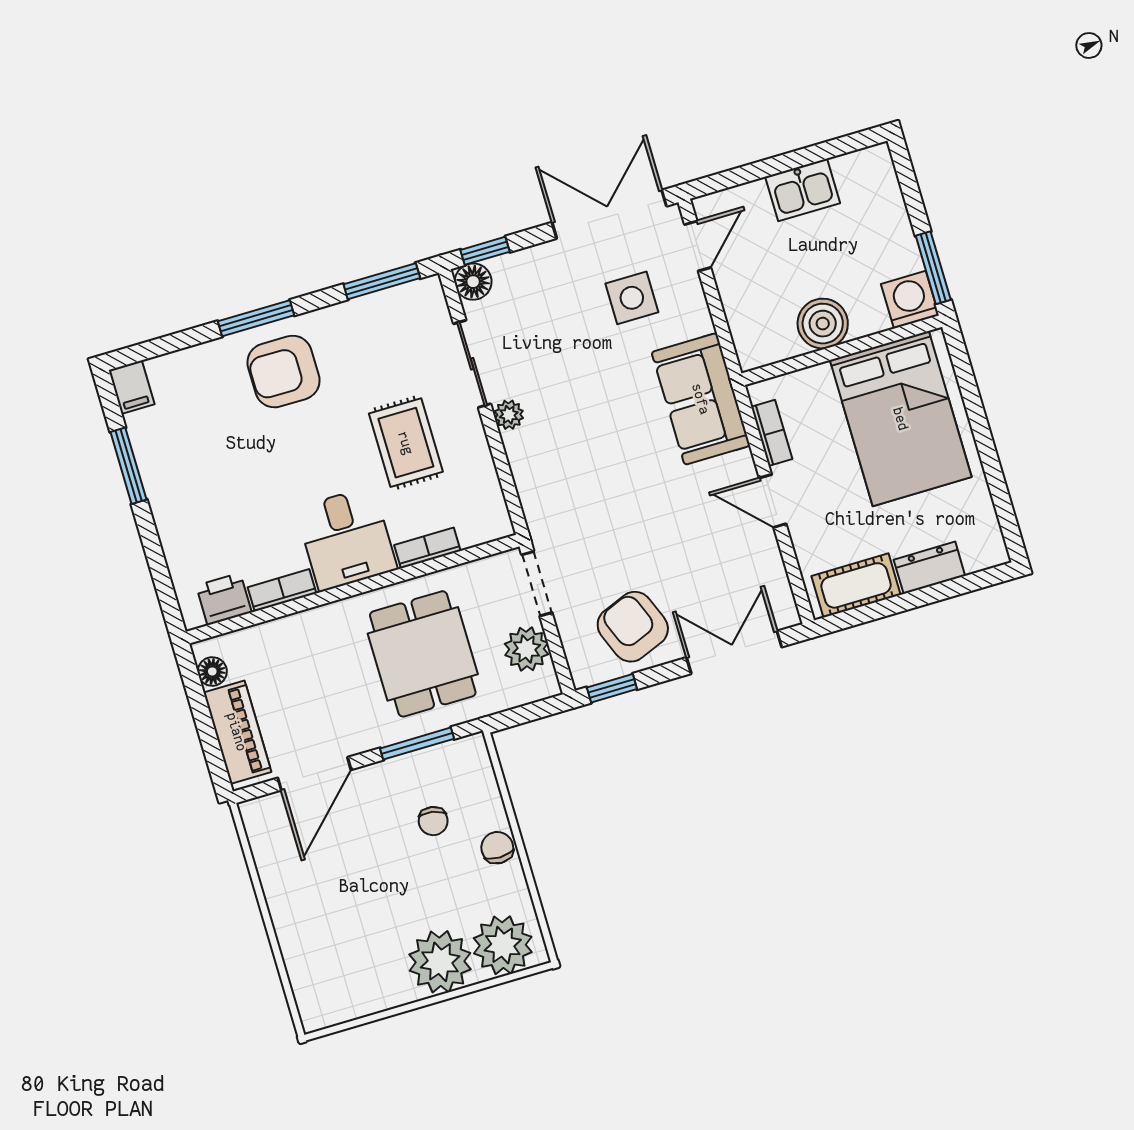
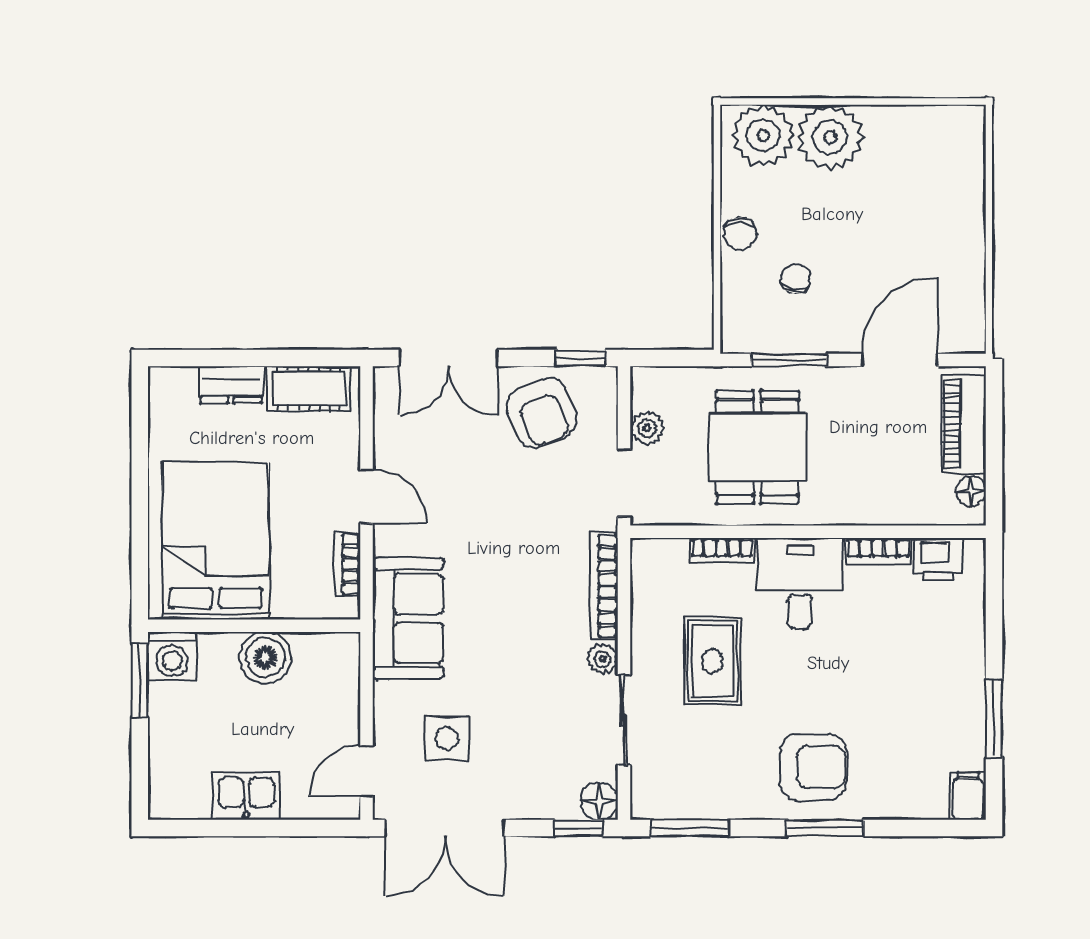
bookcase: (527, 483) -> (604, 586), added
plant: (527, 649) -> (647, 428), width x0.73, depth x0.73

